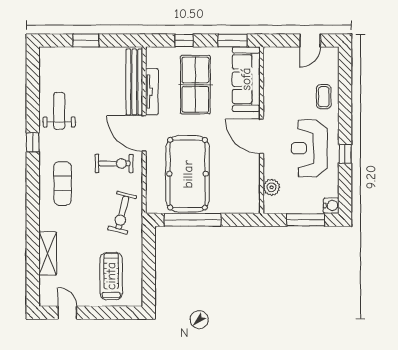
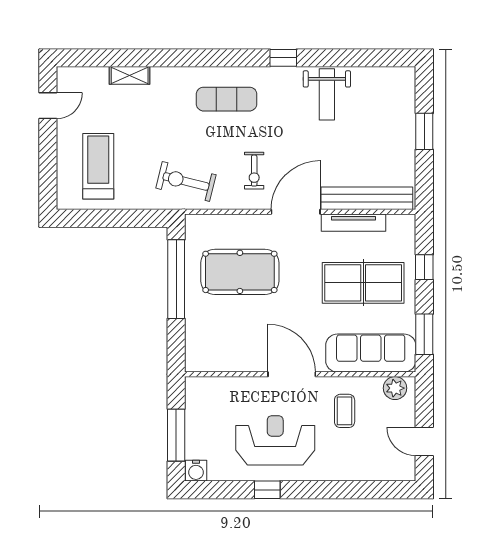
coffee table: (324, 97) -> (345, 411), moved, turned 90
weight bench: (59, 111) -> (327, 94), turned 90
door: (262, 136) -> (292, 374), hinge flipped
exercise bike: (114, 163) -> (254, 171), width x0.73, depth x0.72
pool table: (188, 174) -> (240, 272), width x0.73, depth x0.76
plant: (272, 187) -> (395, 388), moved
shelving: (48, 253) -> (130, 75), width x0.67, depth x0.75
treadmill: (111, 276) -> (98, 166), turned -90

